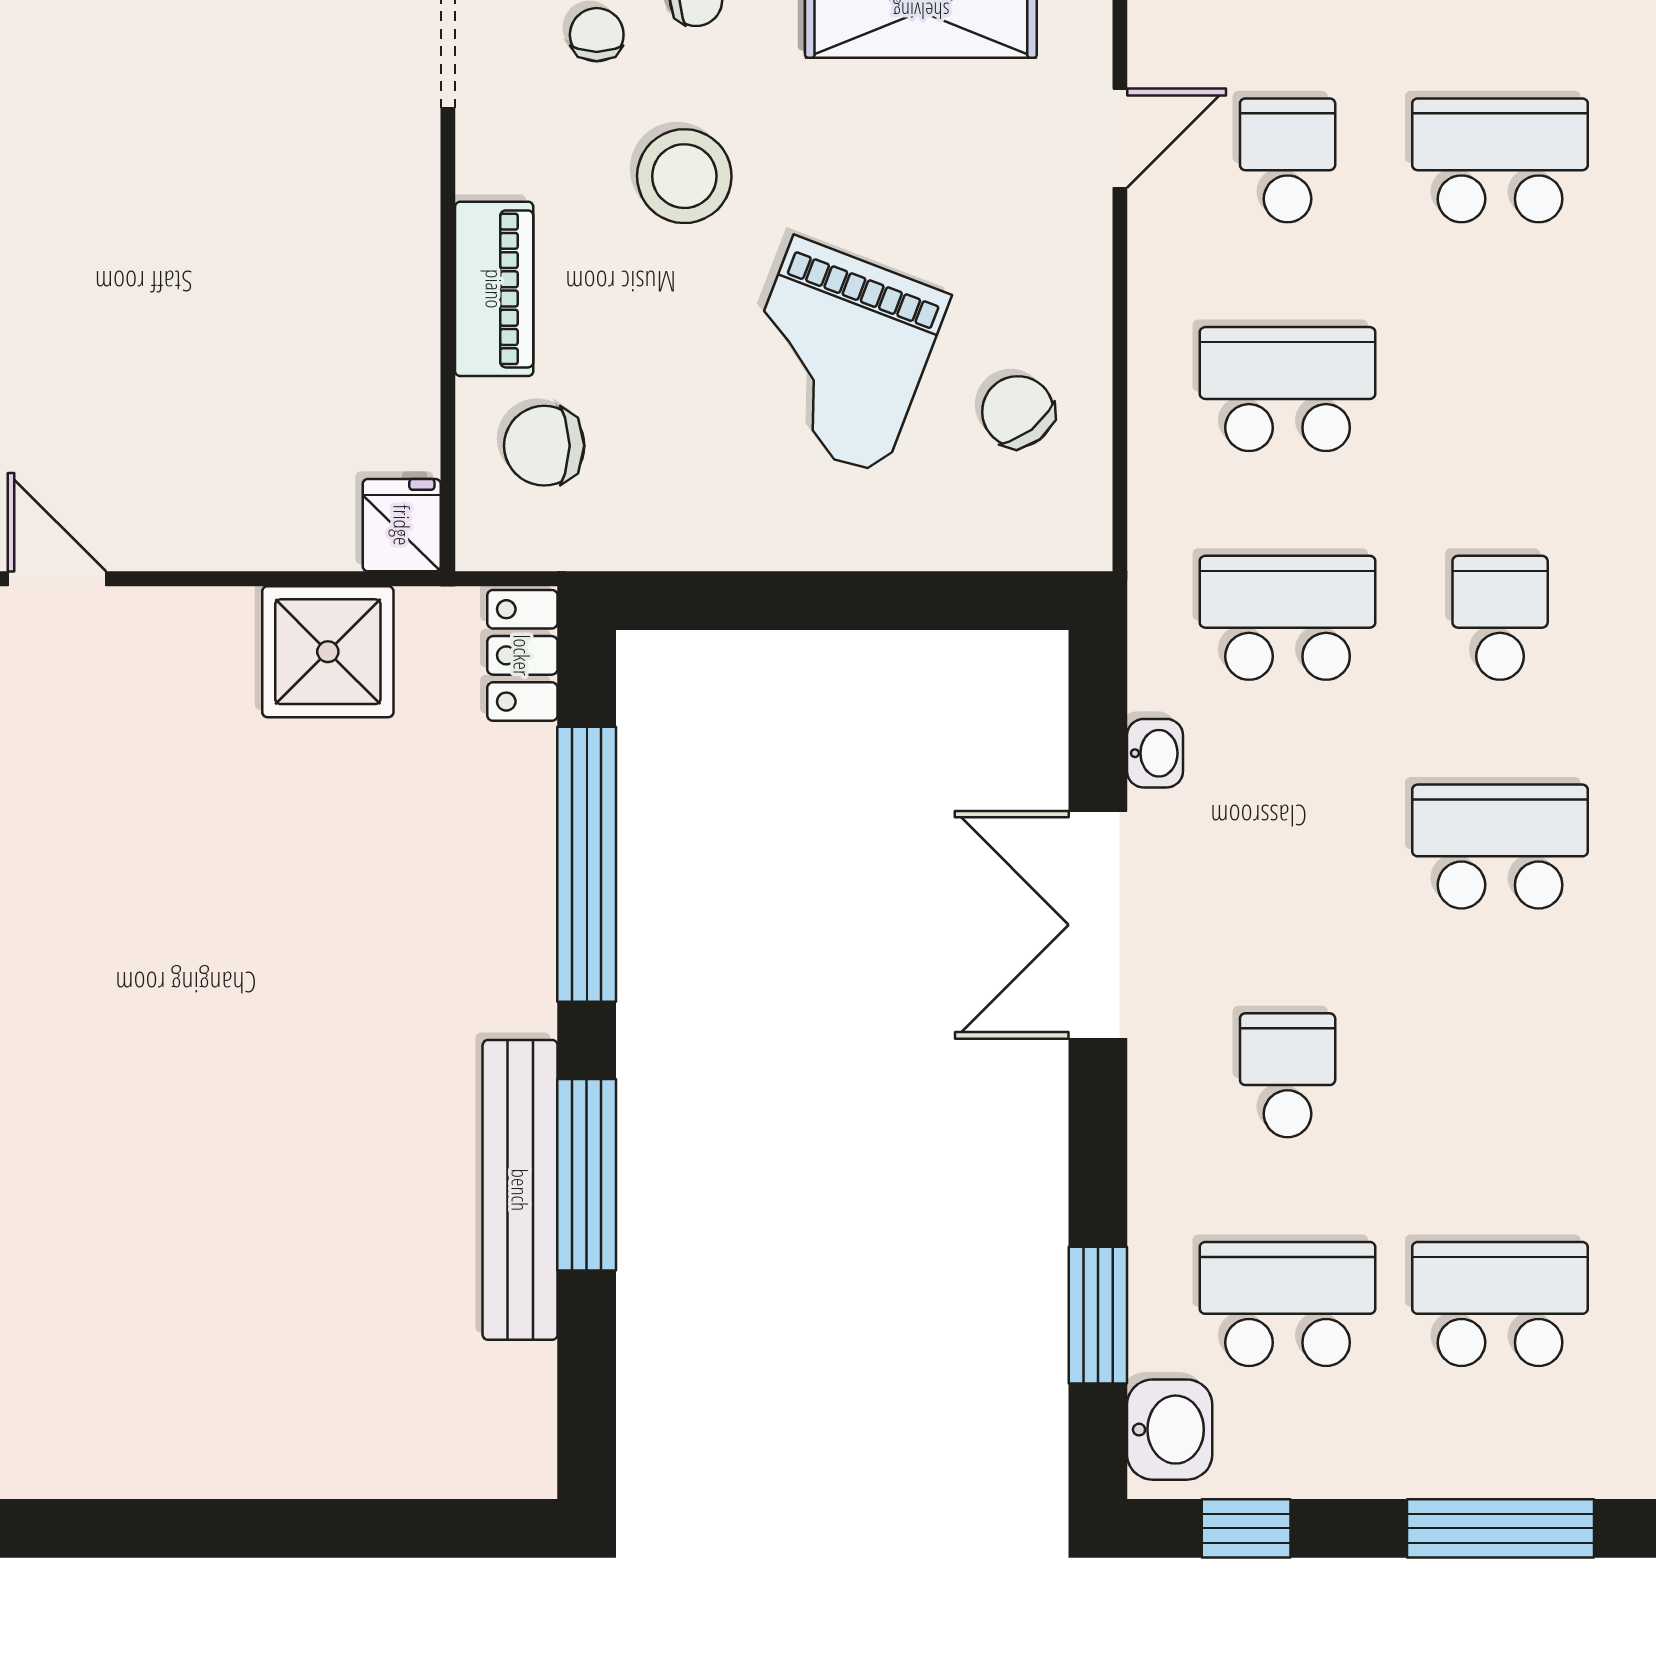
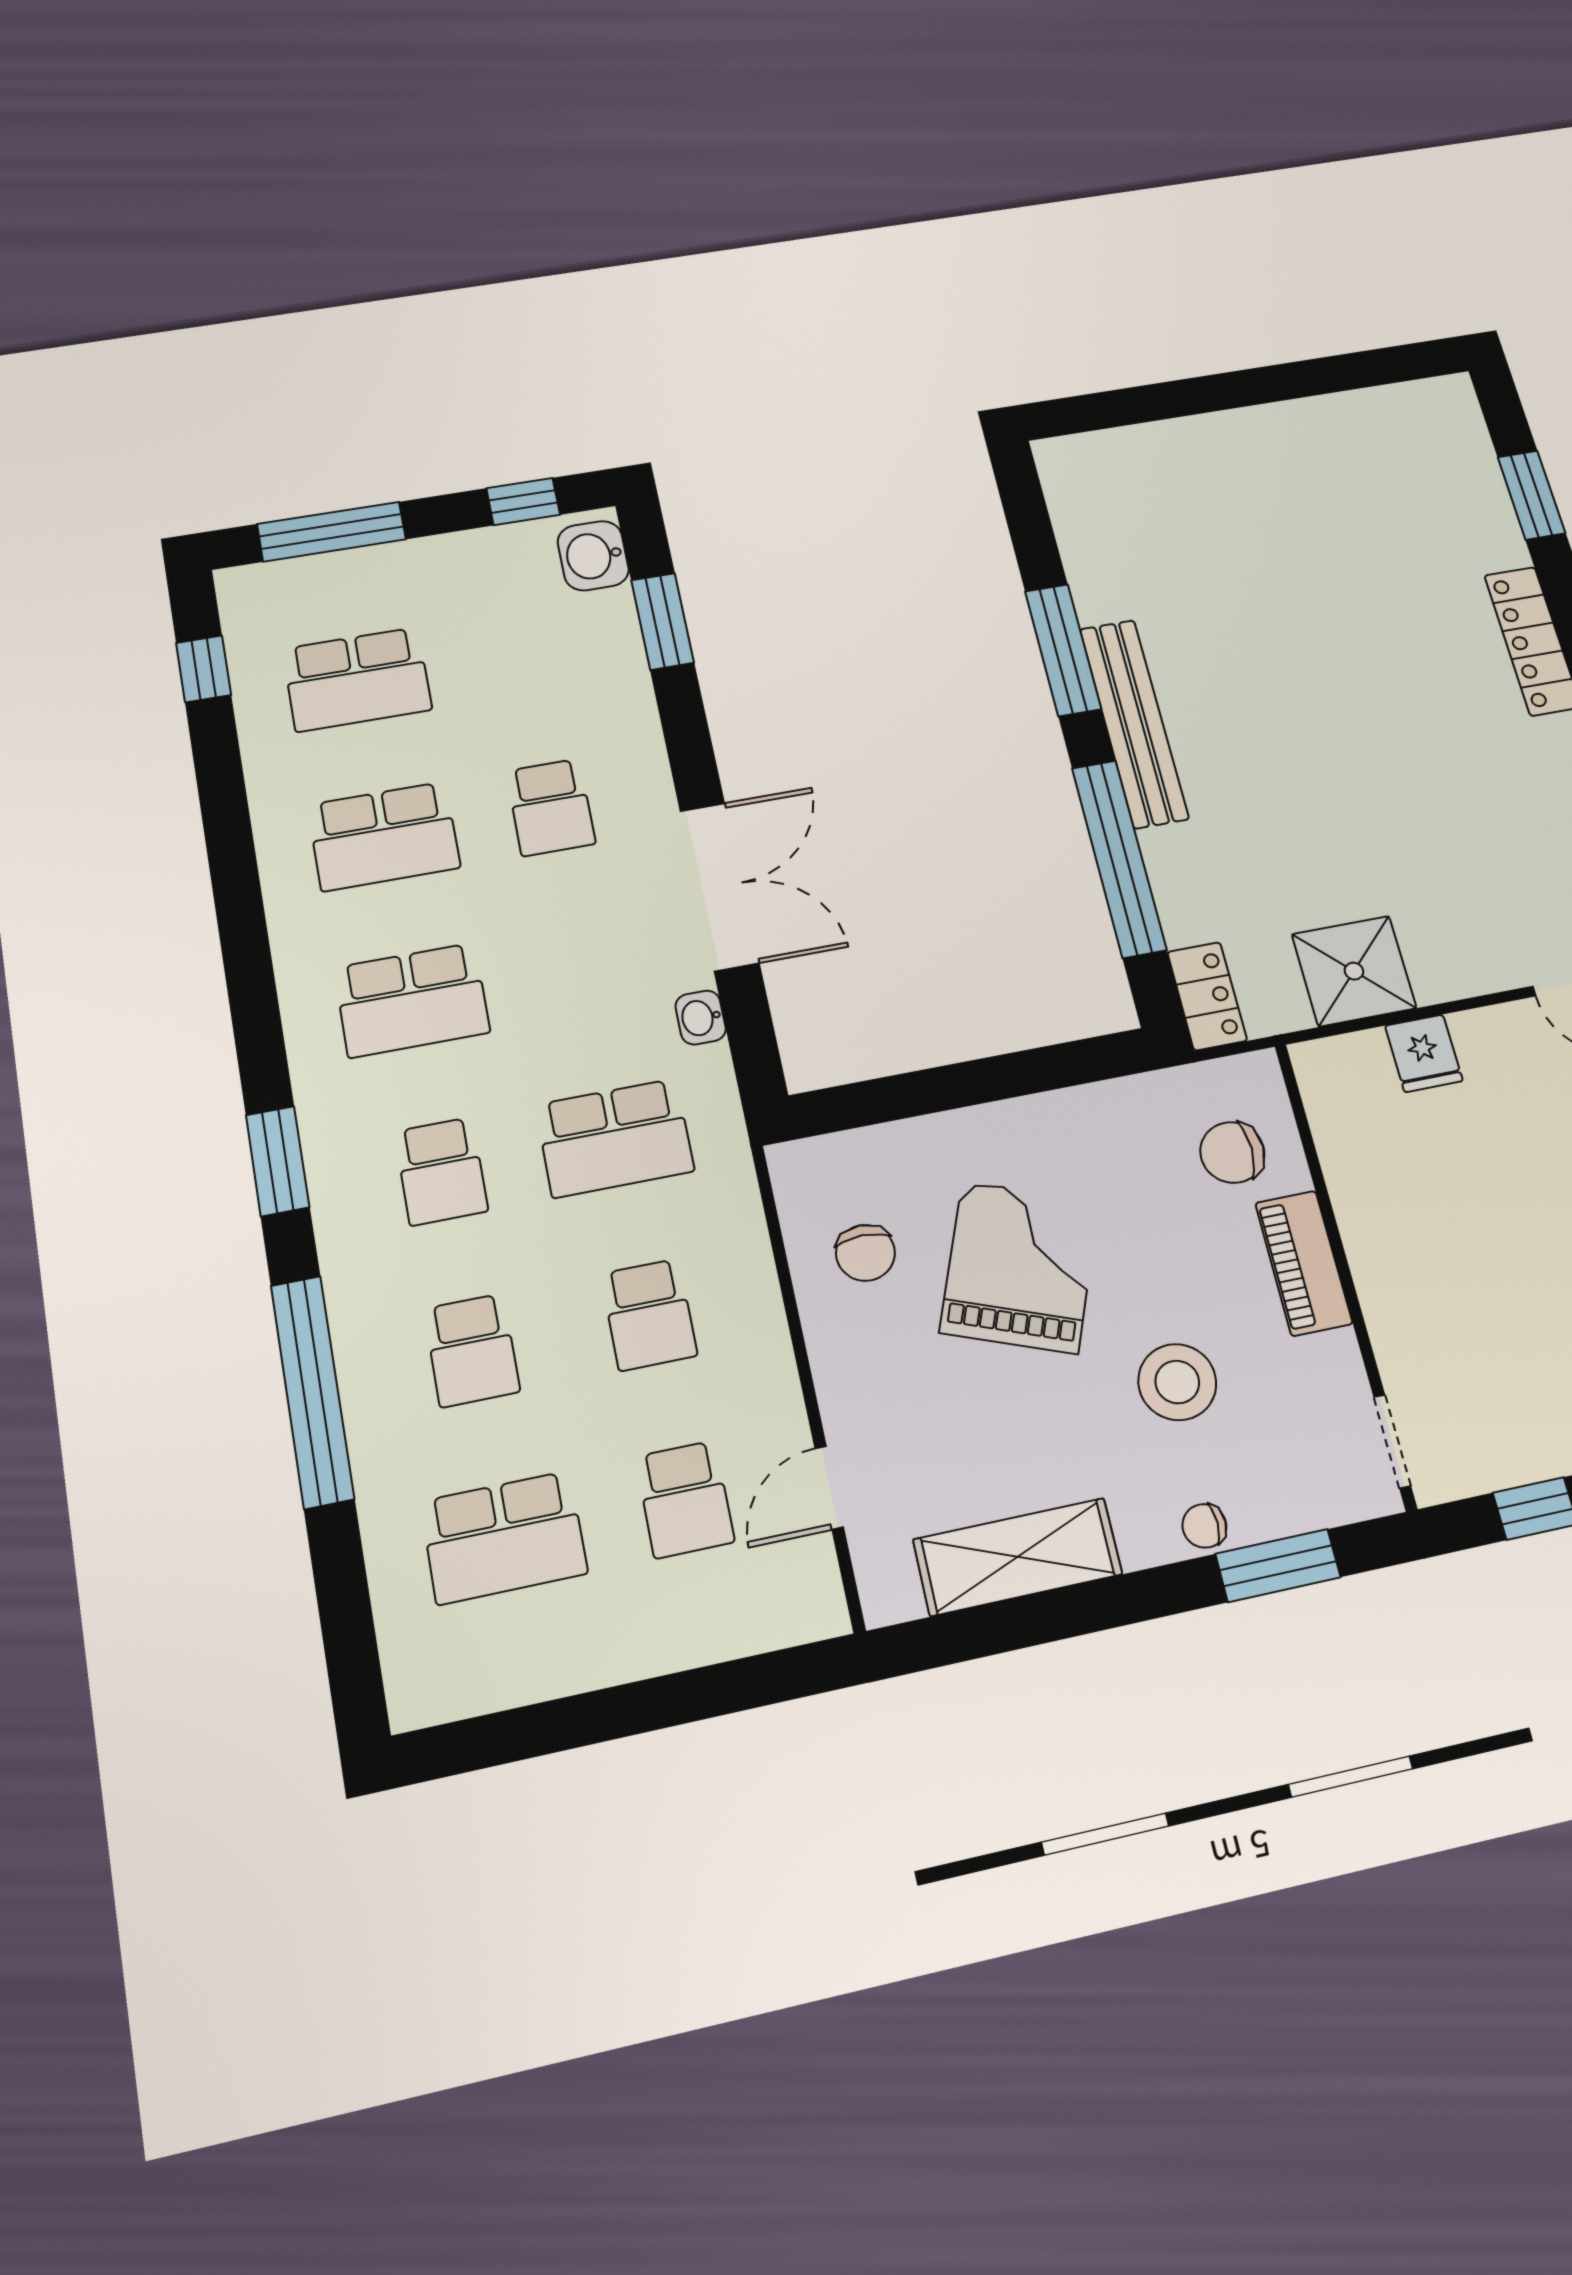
chair: (597, 35) -> (1277, 1480), removed
school desk: (1288, 389) -> (649, 1315), width x0.54
school desk: (1500, 389) -> (472, 1350), added
chair: (1018, 412) -> (865, 1253), turned 38
chair: (544, 446) -> (1232, 1152), turned 180
fridge: (402, 525) -> (1424, 1053), moved
bench: (520, 1190) -> (1134, 723), moved
school desk: (1288, 1304) -> (384, 836), moved

